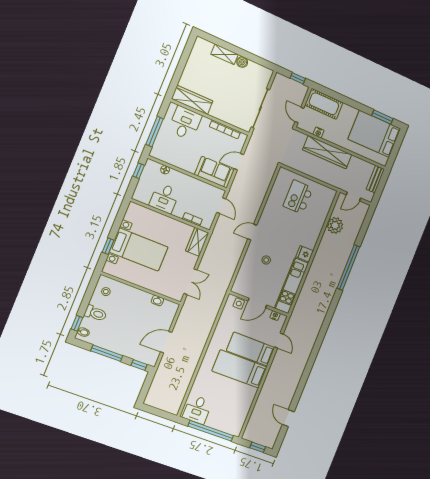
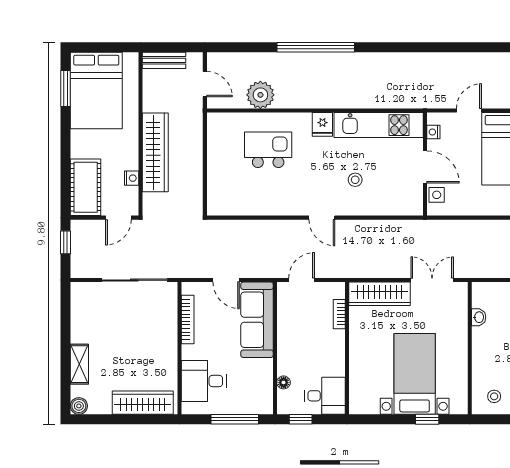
boiler: (242, 62) -> (79, 406), moved
wardrobe: (192, 100) -> (143, 403), moved, turned 90
sofa: (214, 172) -> (257, 320), width x1.36
kitchen island: (298, 197) -> (268, 150), moved, turned 180
desk: (164, 198) -> (325, 396), moved
wardrobe: (197, 242) -> (380, 294), width x1.50

